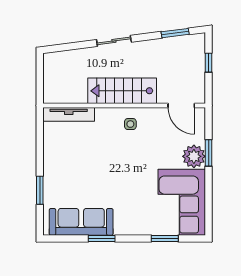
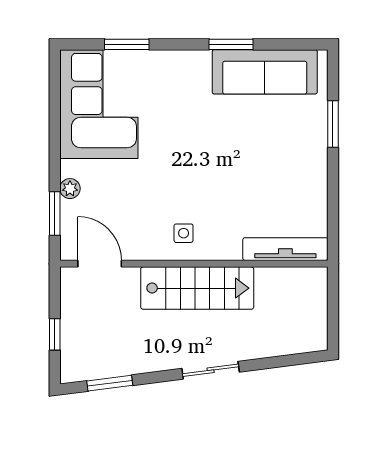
window: (209, 153) -> (55, 213), moved
plant: (194, 156) -> (70, 189), width x0.53, depth x0.53

